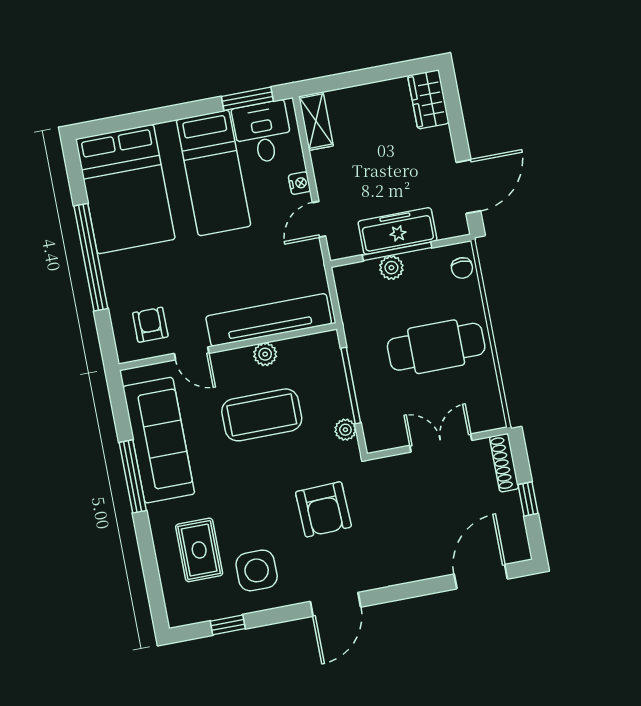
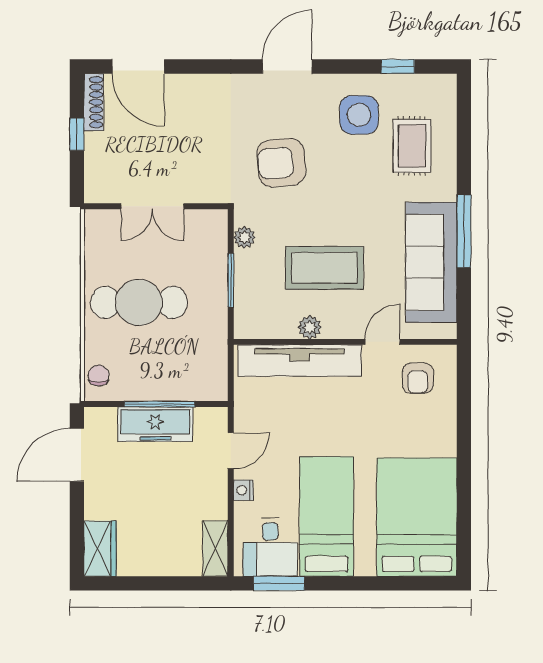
window: (91, 257) -> (464, 456), removed
plant: (391, 268) -> (168, 389), removed
door: (192, 353) -> (382, 342), hinge flipped
window: (351, 386) -> (231, 280), width x0.69
shoe rack: (504, 463) -> (94, 102), moved
armchair: (323, 509) -> (281, 163), turned -93
door: (481, 577) -> (138, 66), hinge flipped

